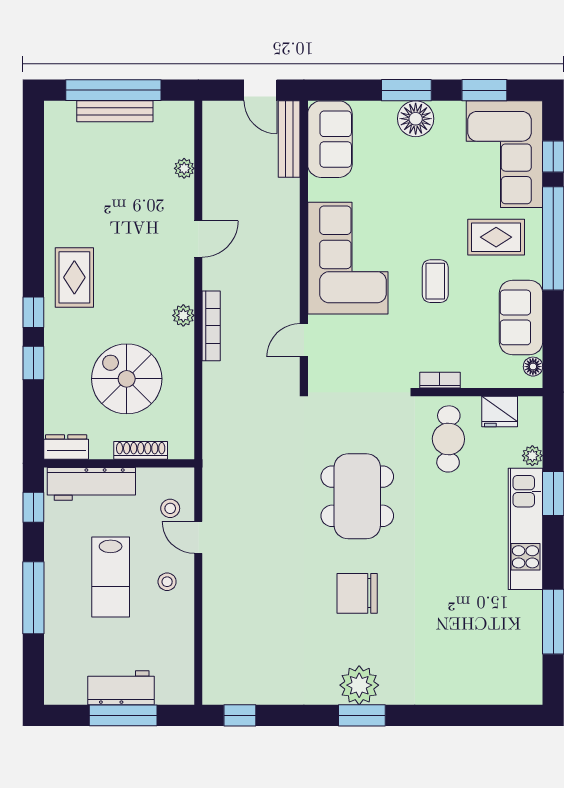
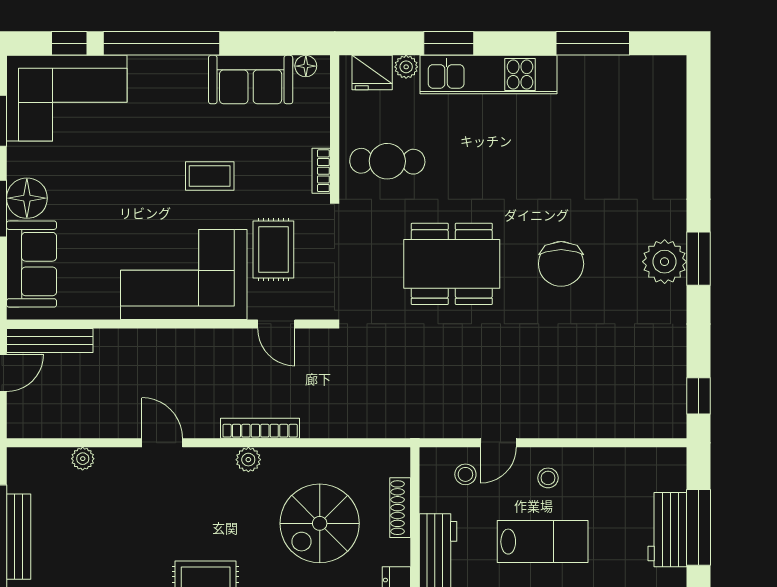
sofa: (330, 139) -> (32, 264), moved, turned 90
rug: (496, 237) -> (273, 249), moved
fridge: (500, 412) -> (372, 73), moved, turned 90

